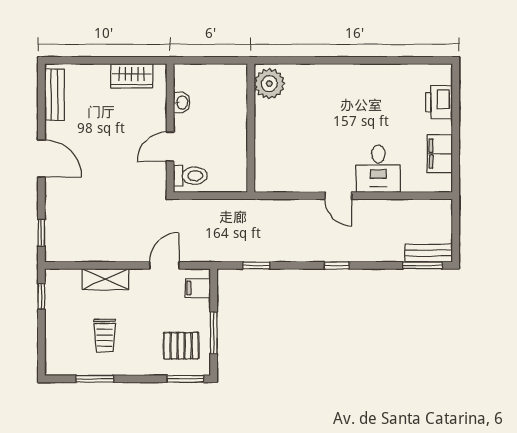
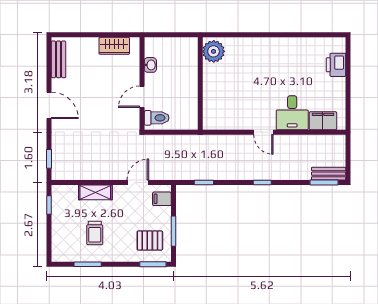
filing cabinet: (440, 154) -> (323, 121), moved, turned 90

